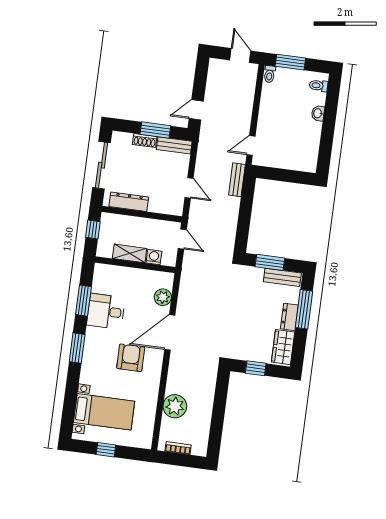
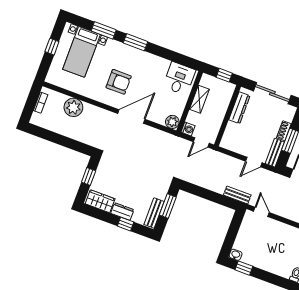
washbasin: (318, 113) -> (236, 255), moved
window: (325, 151) -> (244, 268), added
door: (189, 188) -> (254, 162), moved
washing machine: (154, 257) -> (188, 129), moved
plant: (163, 297) -> (172, 122), moved
window: (83, 301) -> (104, 30), moved
window: (304, 309) -> (126, 224), width x0.46
desk: (106, 311) -> (179, 78), moved
door: (170, 332) -> (131, 116), hinge flipped

